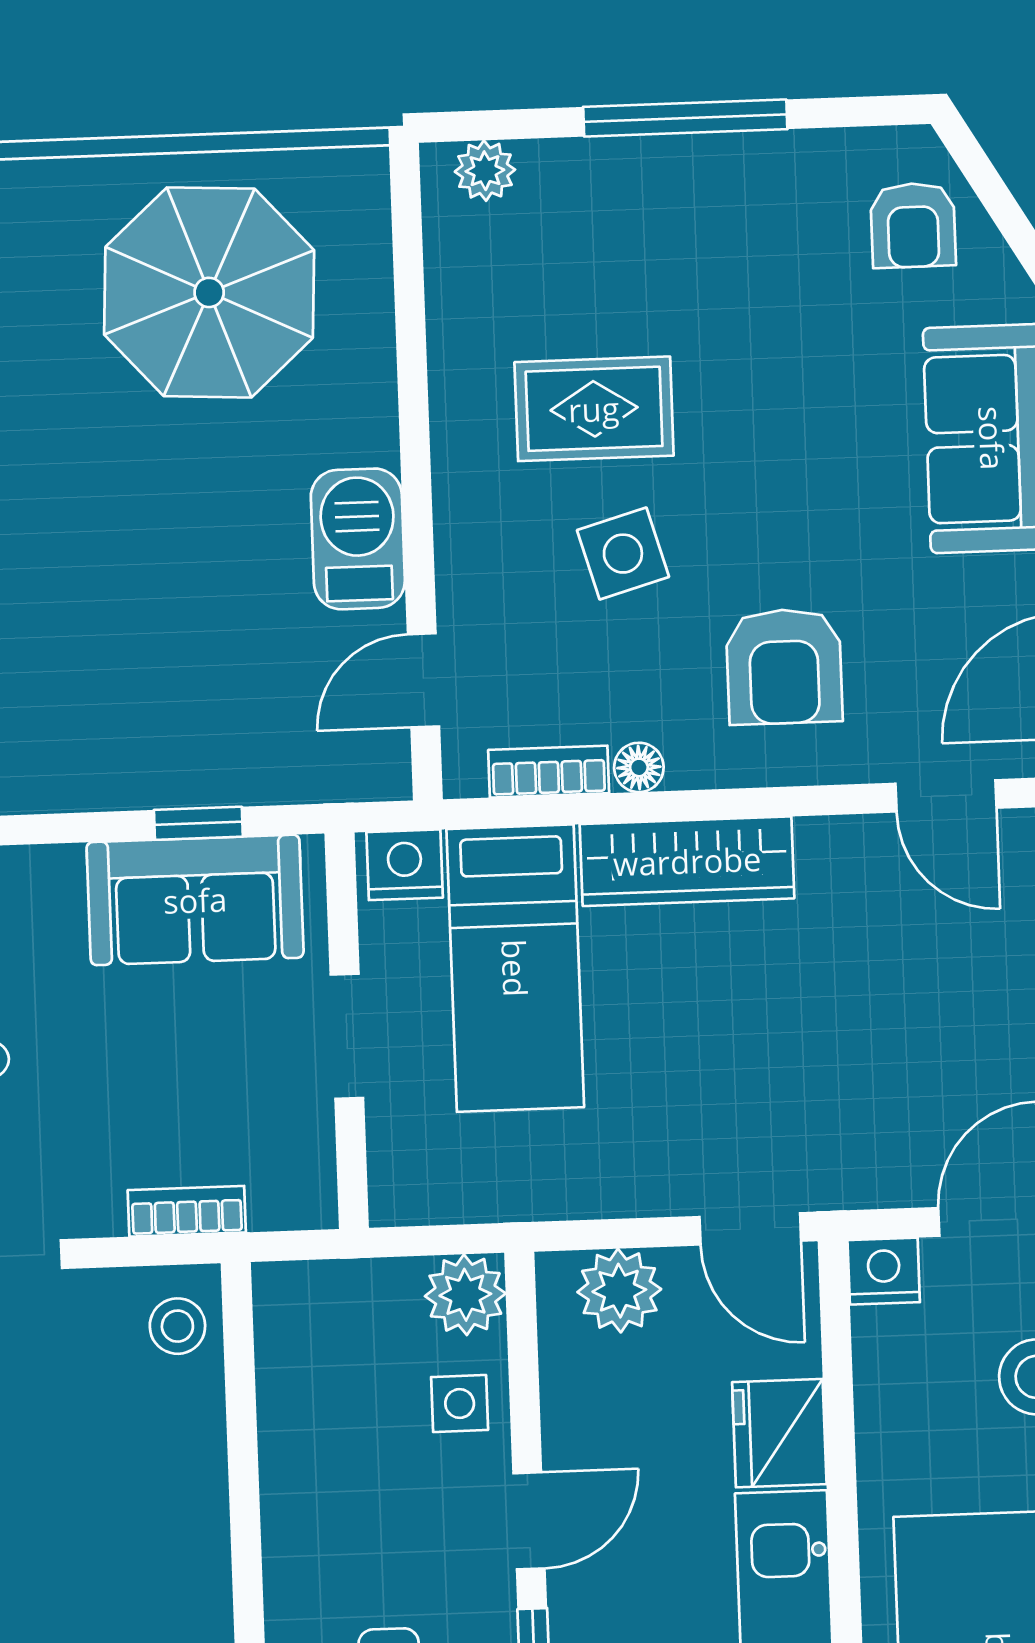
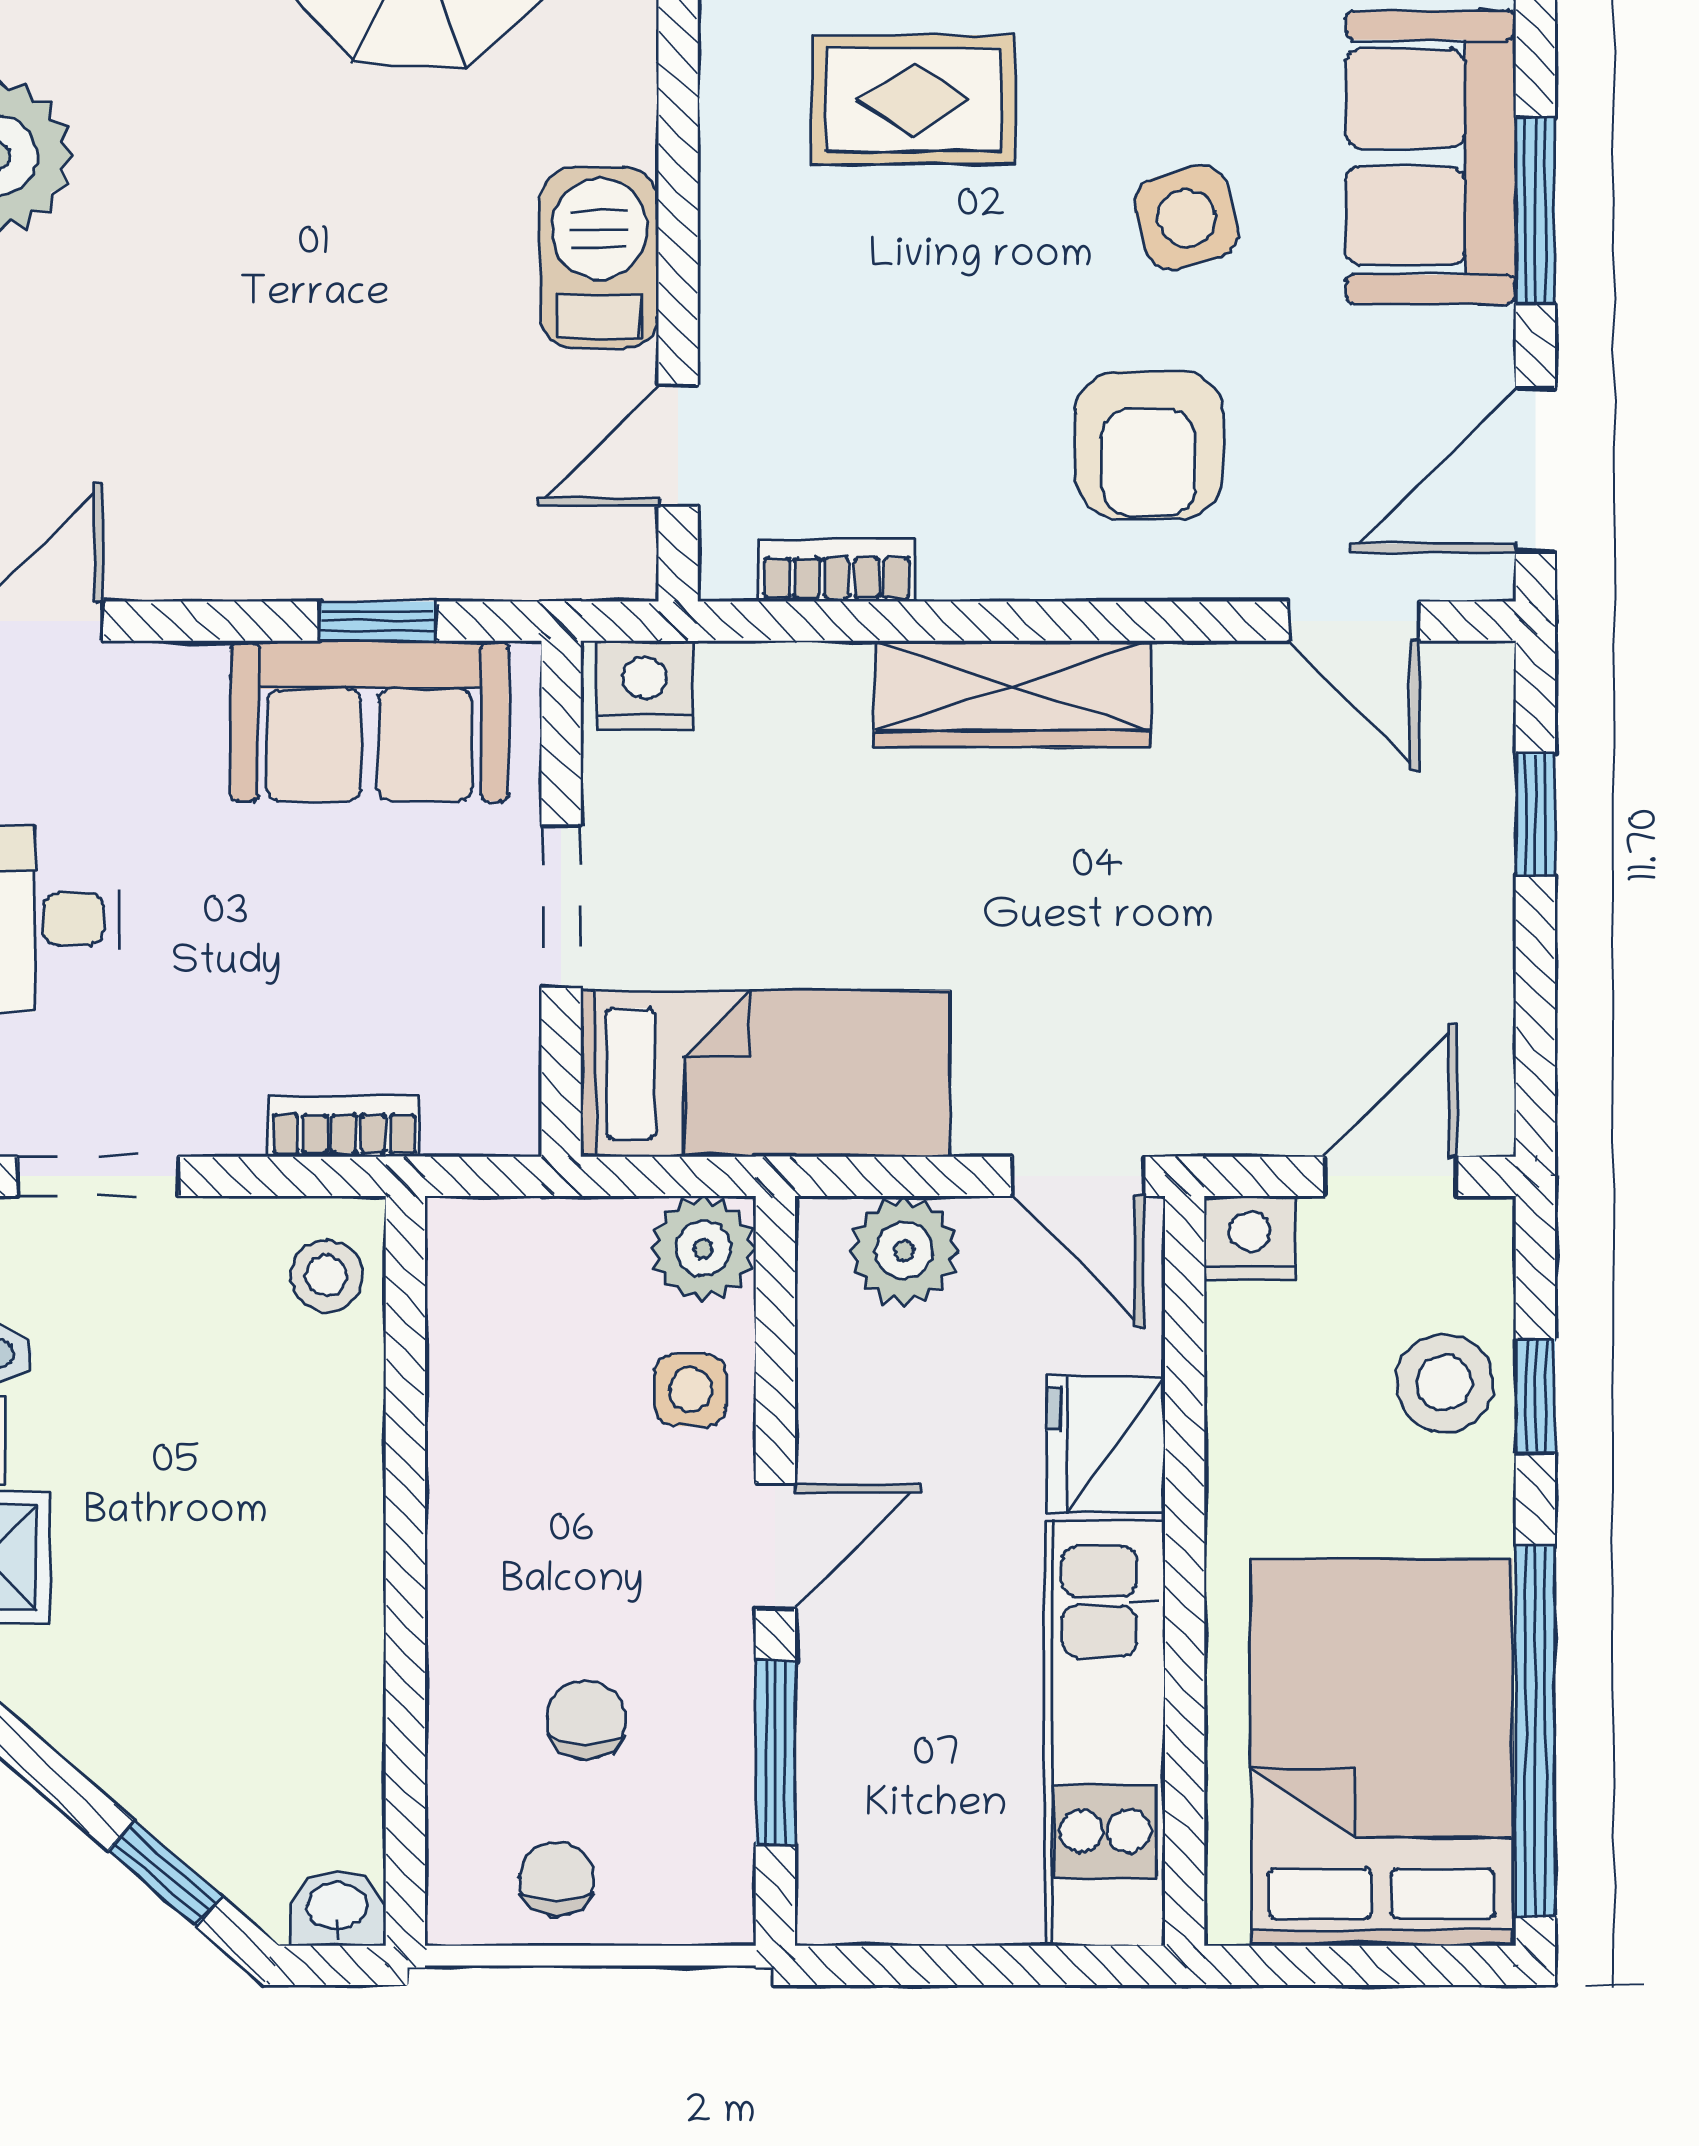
side table: (623, 554) -> (1186, 218), moved
floor lamp: (639, 767) -> (955, 569), removed
bed: (515, 968) -> (765, 1074), moved, turned -90

